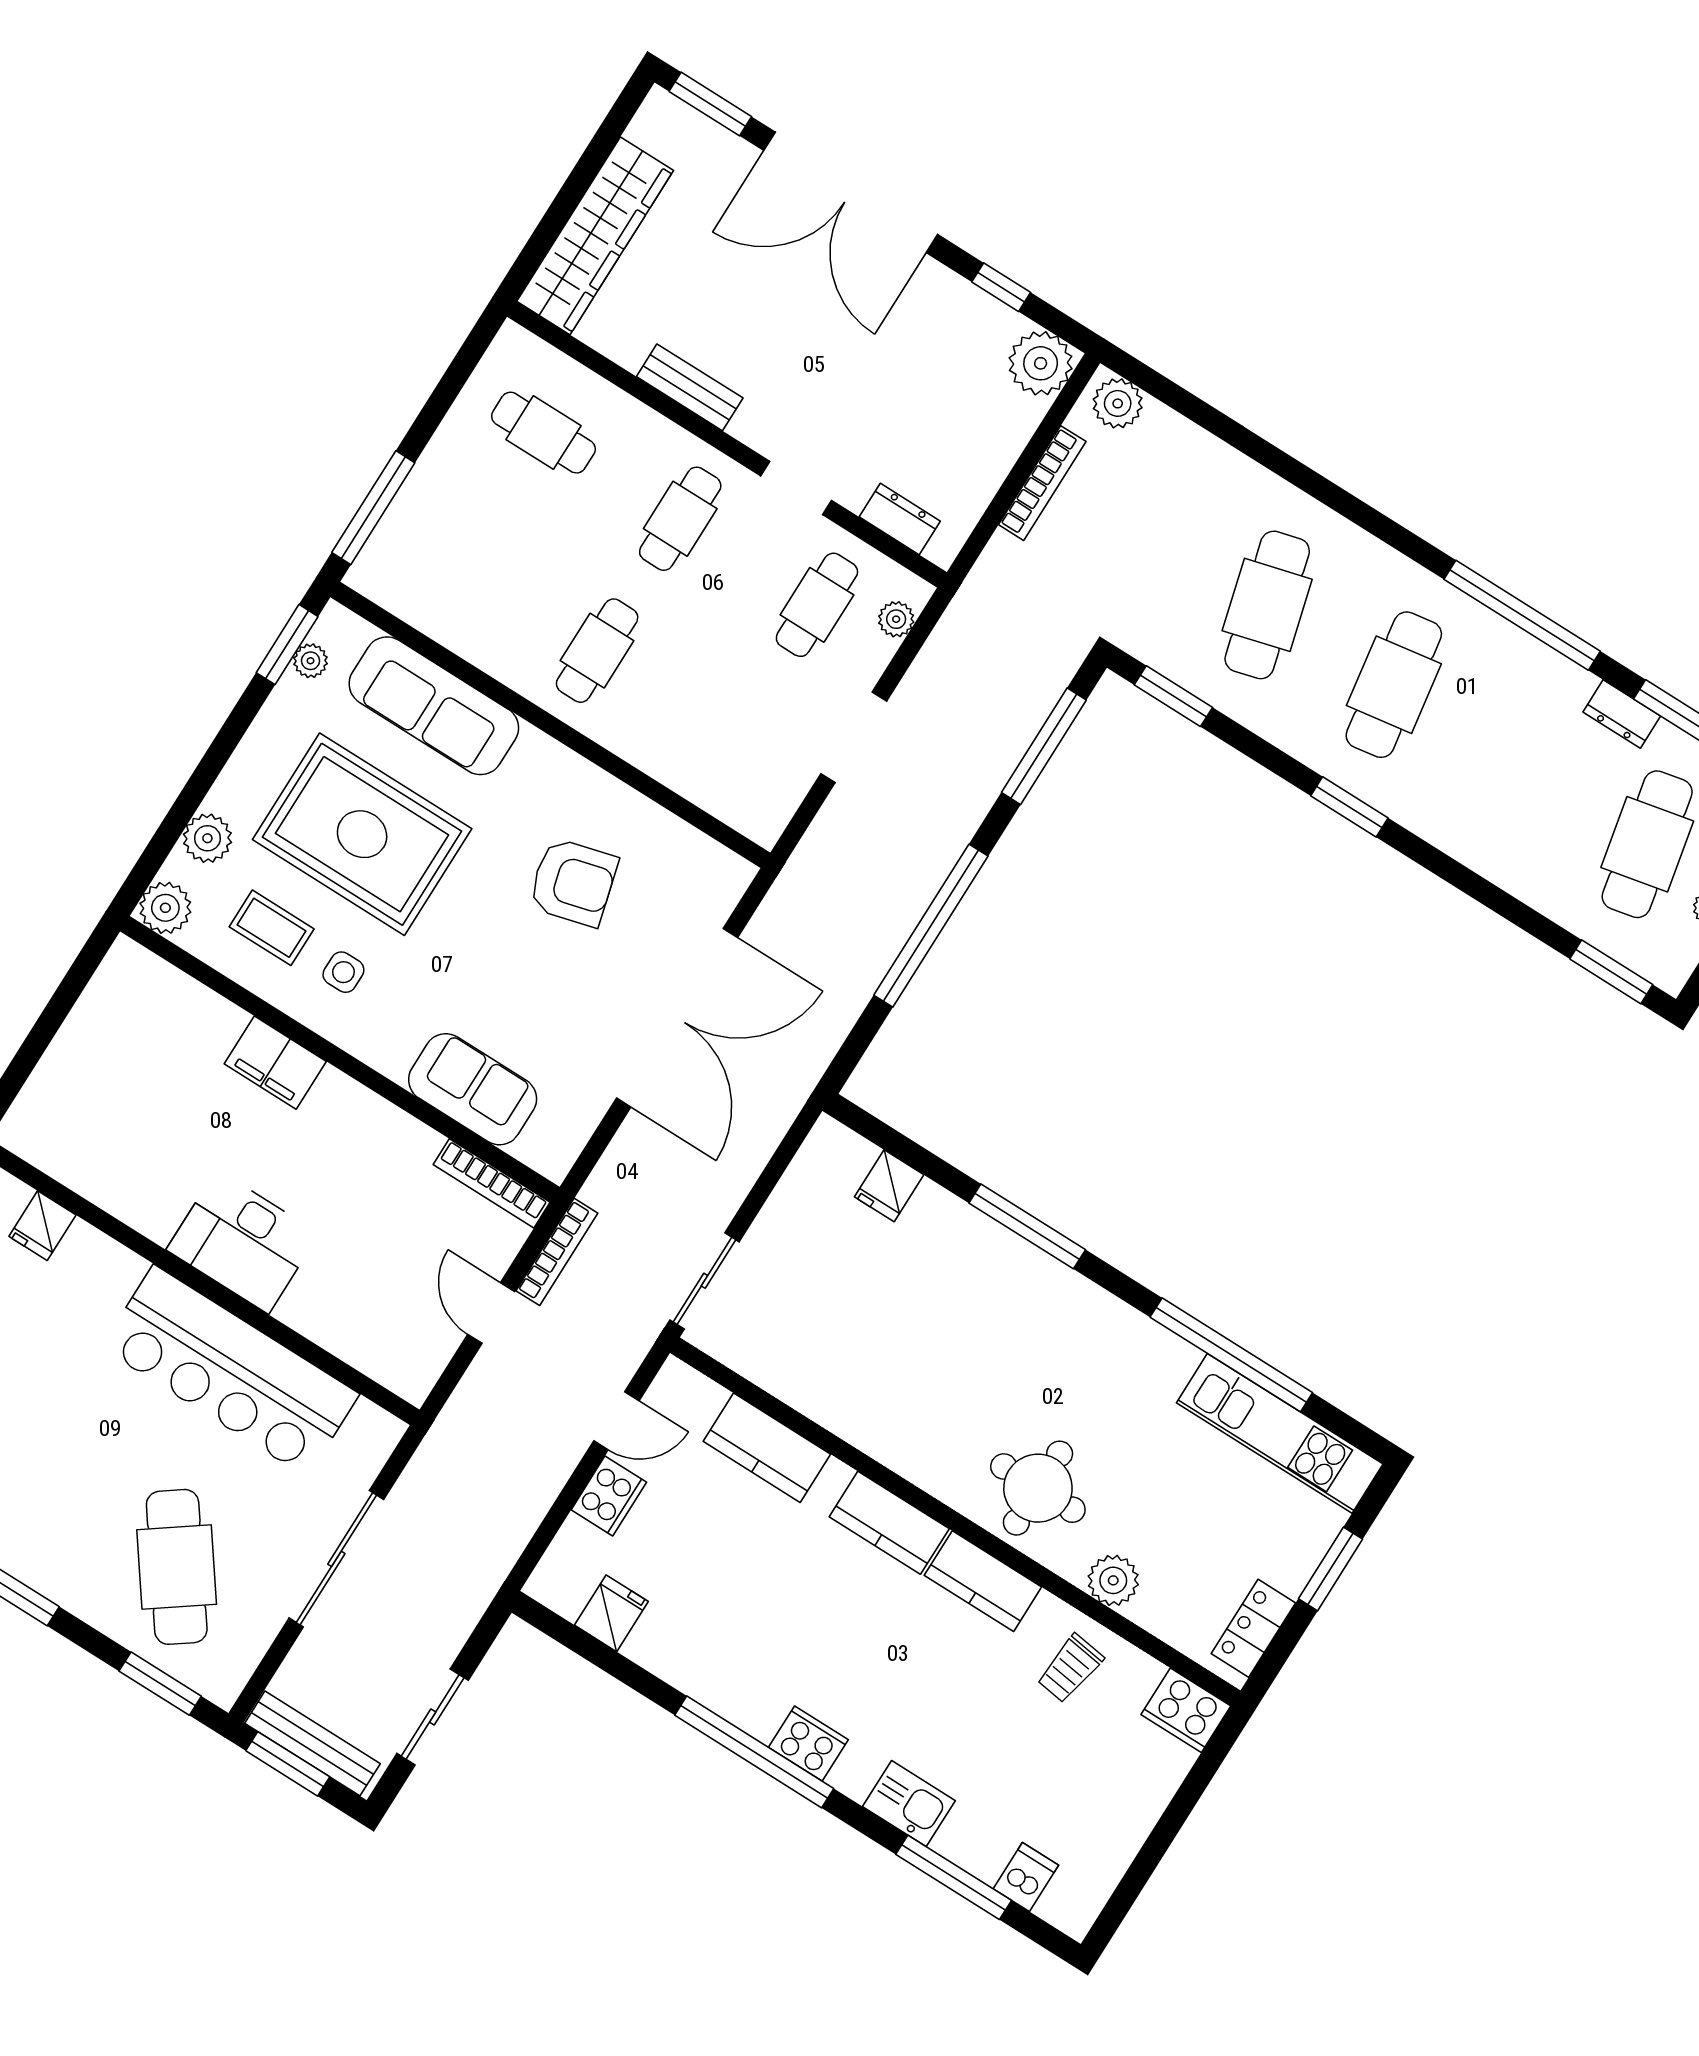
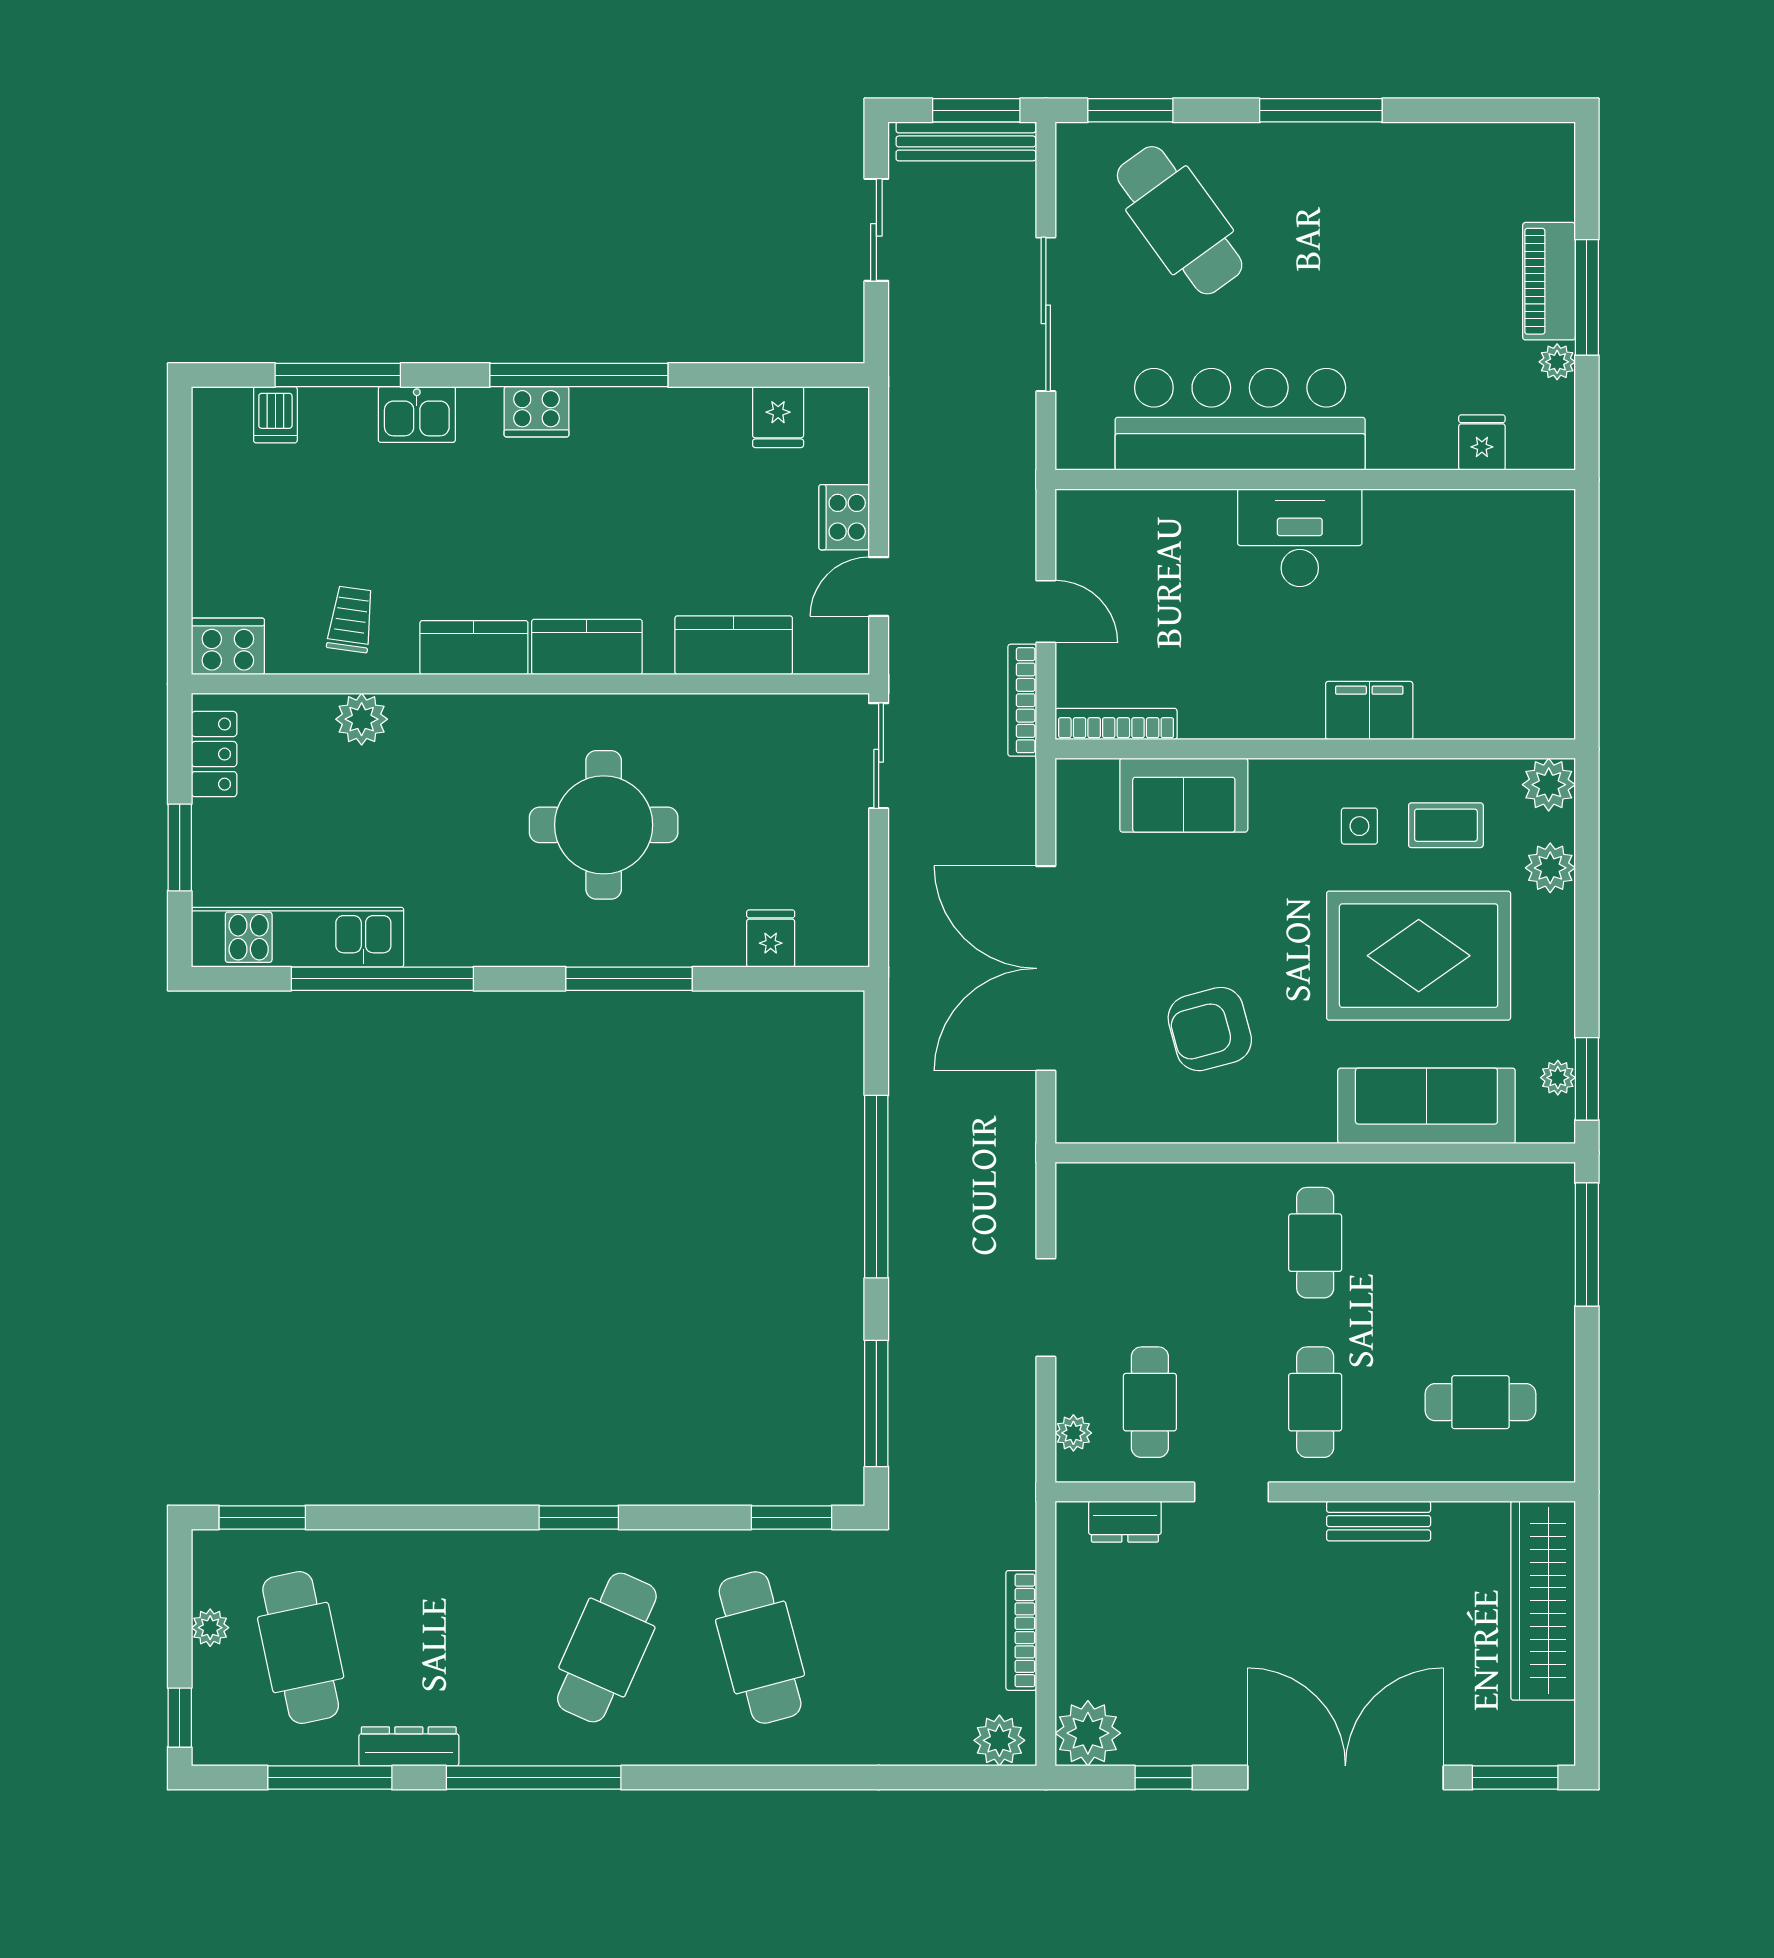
cafe table: (1394, 685) -> (607, 1648), turned 33
dresser: (1622, 714) -> (409, 1746), width x1.44
round table: (1038, 1488) -> (604, 825), moved, width x1.36, depth x1.36

